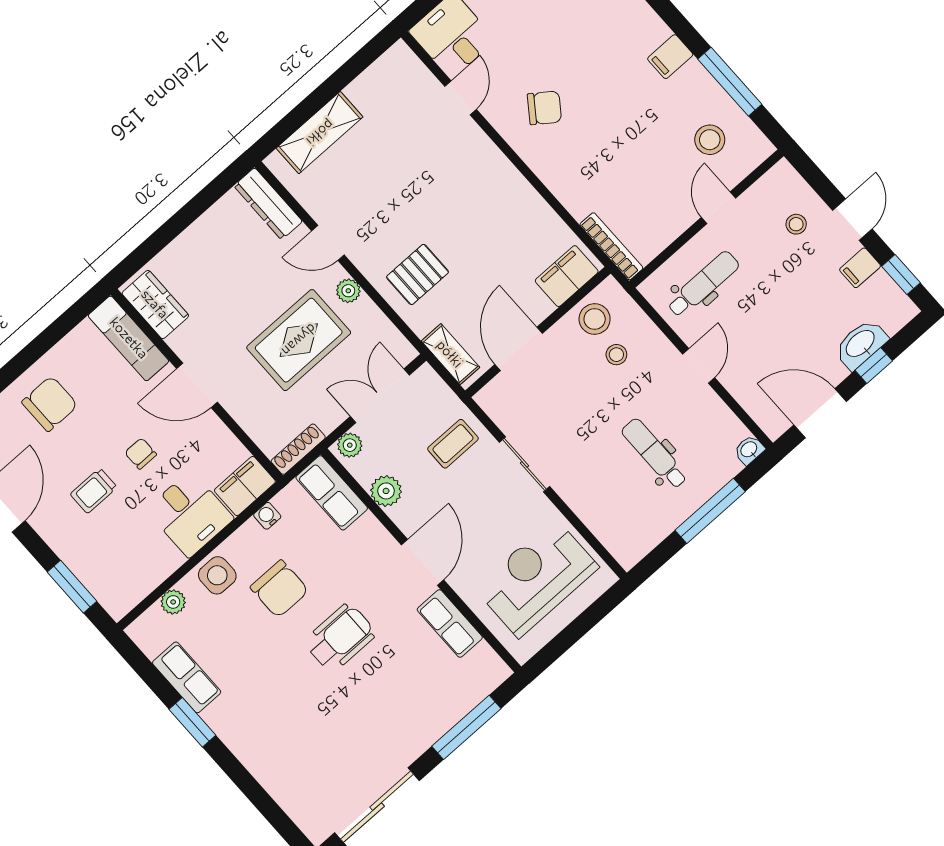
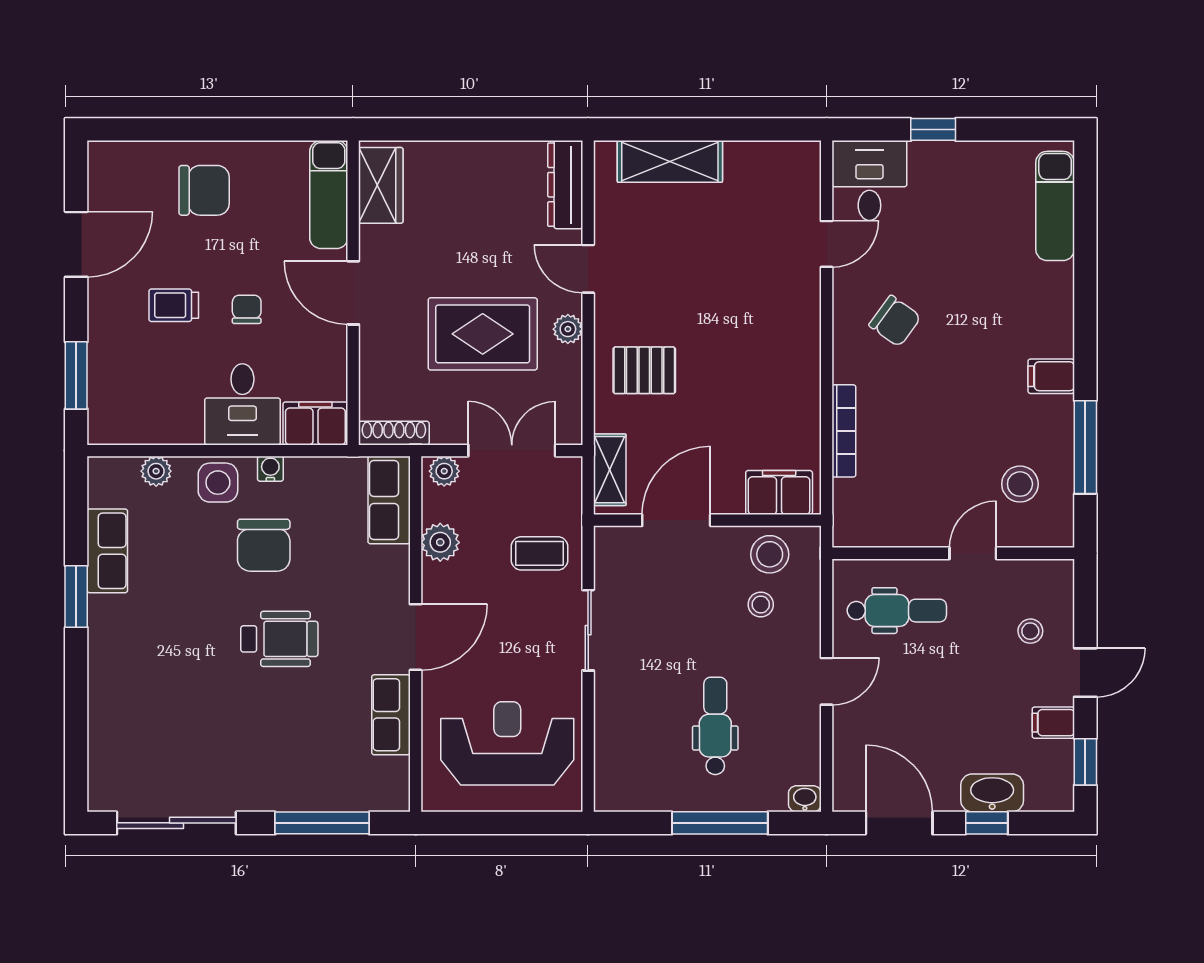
bookcase: (611, 246) -> (844, 431), moved
water cooler: (267, 516) -> (270, 469), moved

